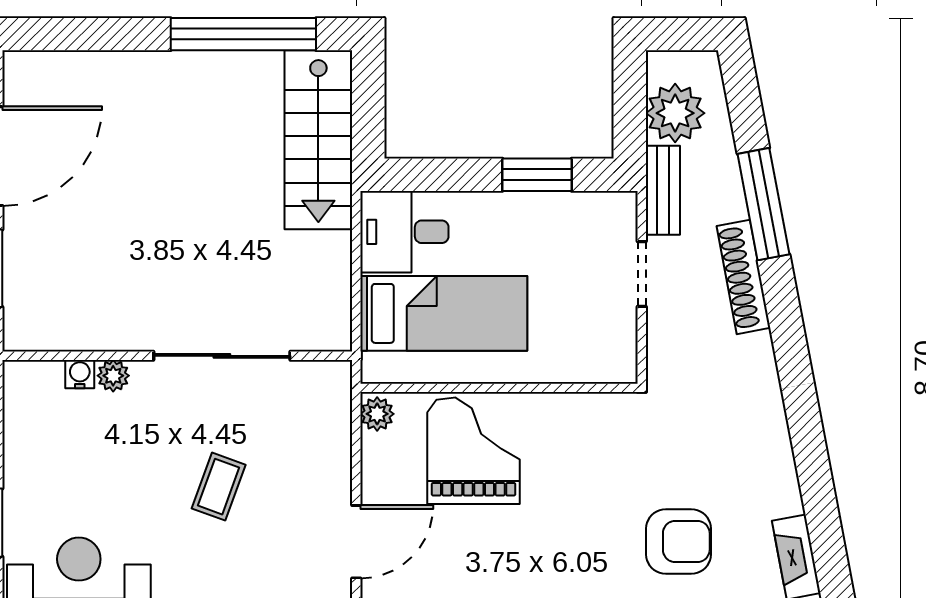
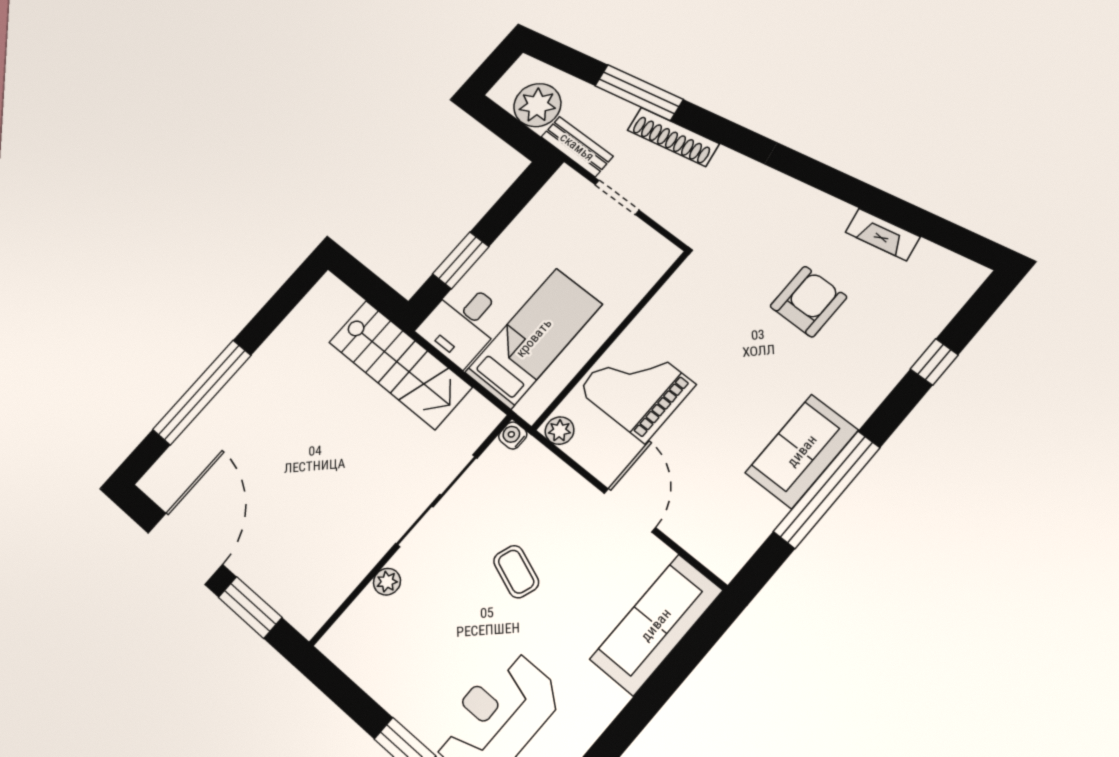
window: (243, 34) -> (202, 392), moved
stairs: (318, 140) -> (400, 365), moved
window: (537, 175) -> (461, 260), moved
water cooler: (80, 374) -> (513, 435), moved

